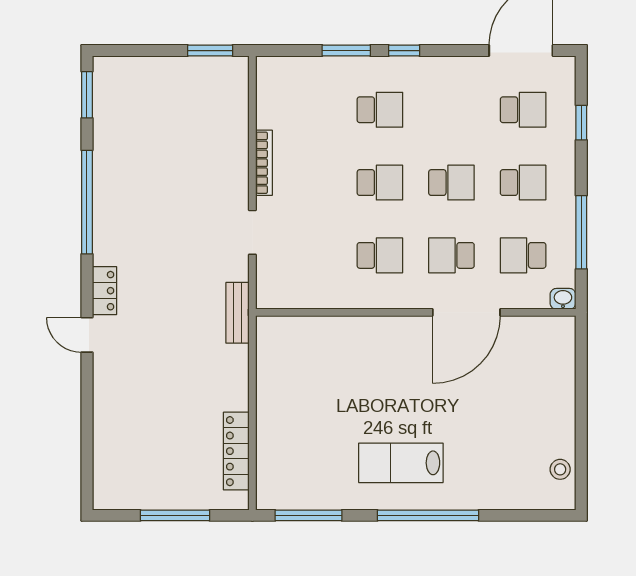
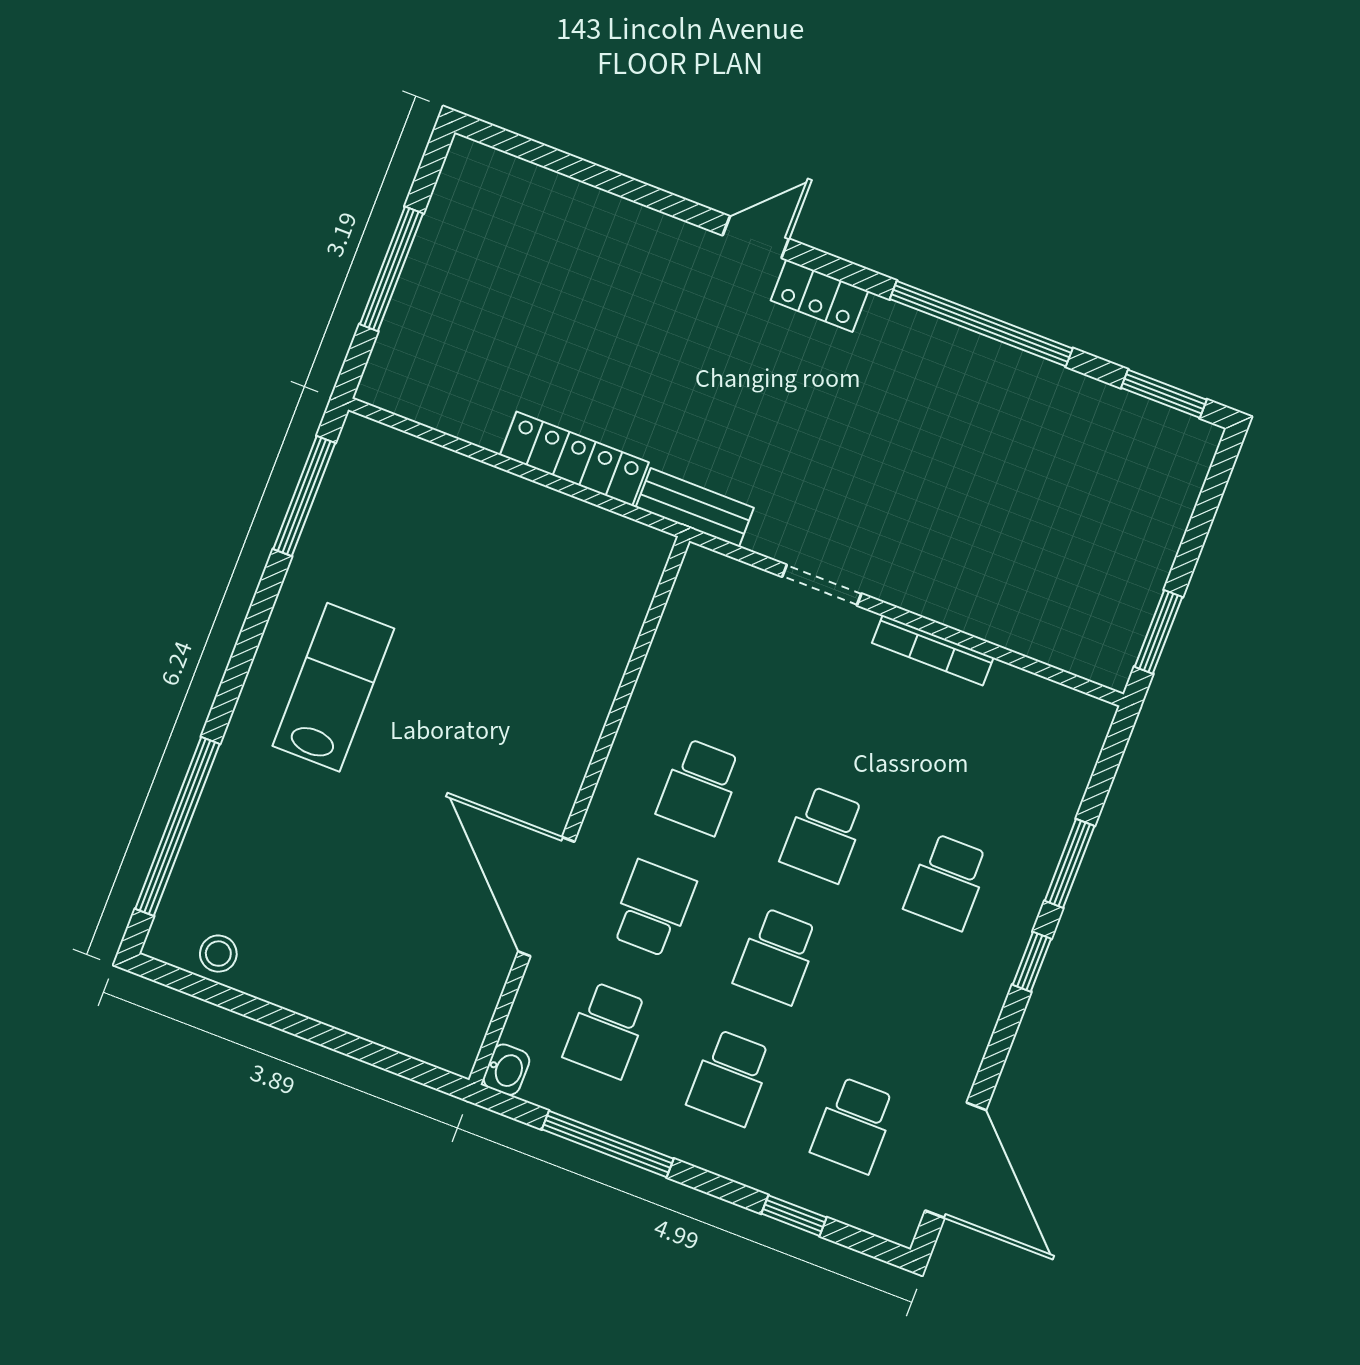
school desk: (523, 255) -> (606, 1030), turned 180
locker: (236, 451) -> (574, 459), moved
window: (428, 515) -> (177, 826), moved

